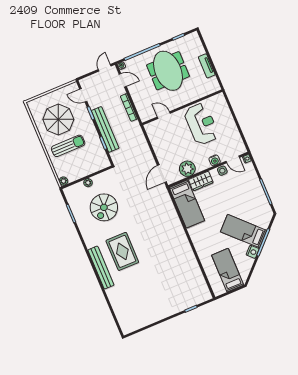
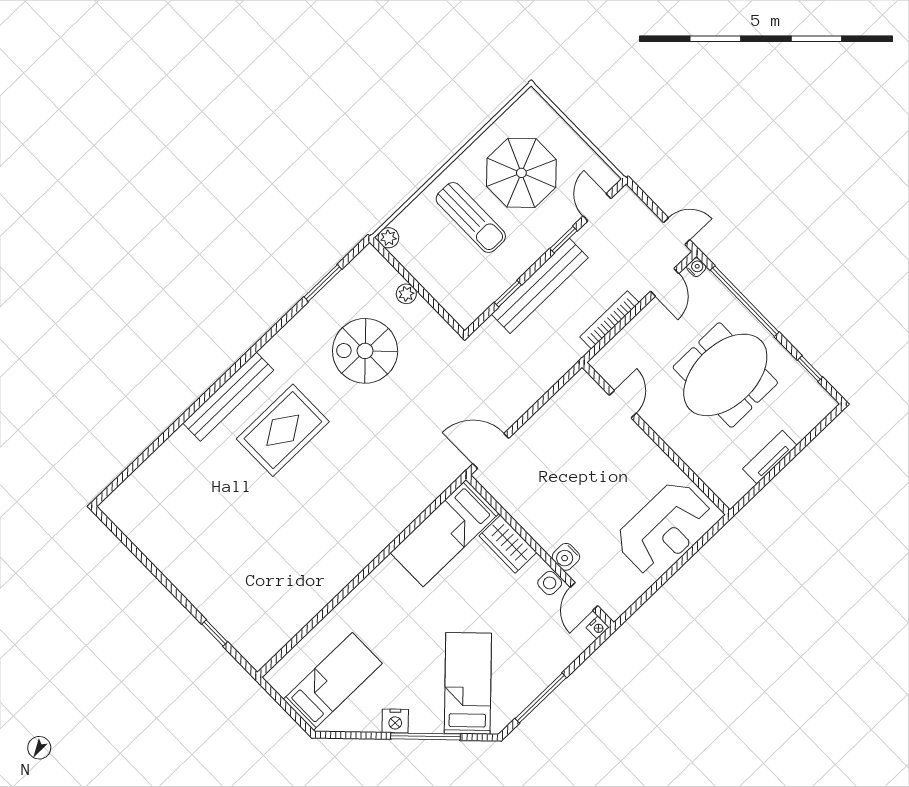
reception desk: (201, 124) -> (664, 528), moved
plant: (187, 169) -> (524, 503), removed
bed: (244, 231) -> (468, 683), moved

